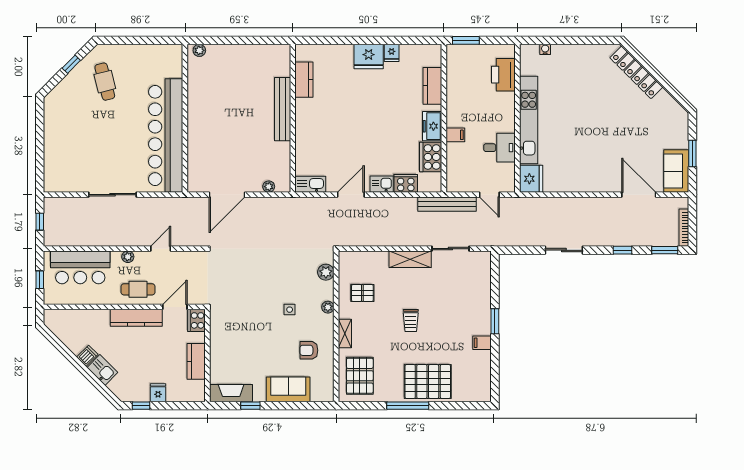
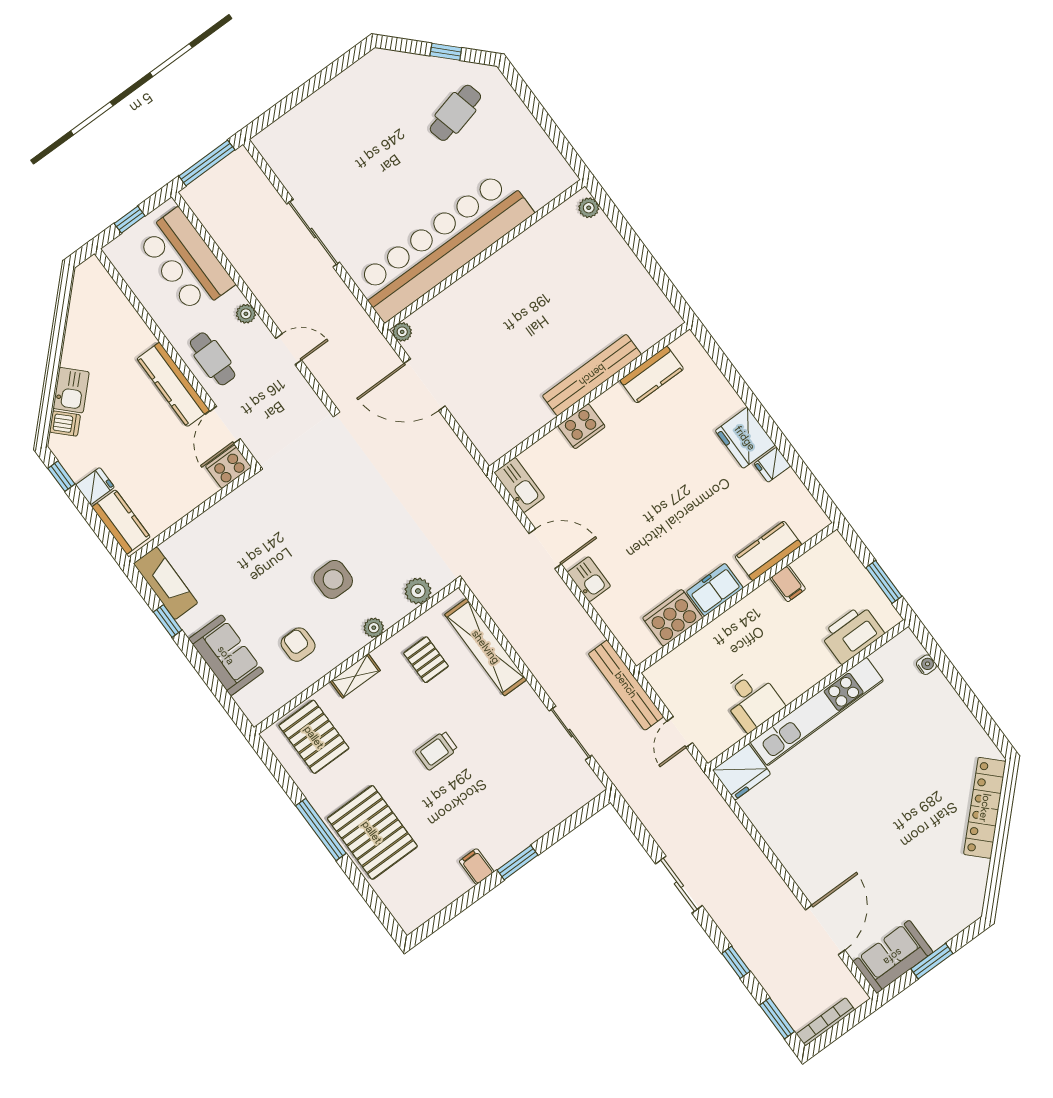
window: (466, 40) -> (884, 582), moved
filing cabinet: (455, 135) -> (788, 584), moved
cooker: (406, 183) -> (582, 426), moved, turned 90
plant: (269, 187) -> (402, 332), moved
window: (40, 222) -> (207, 163), width x2.17
shelving: (410, 259) -> (486, 647), moved, width x1.47
door: (175, 307) -> (225, 425), swing flipped
side table: (290, 310) -> (333, 579), width x1.87, depth x1.87
dishwasher: (87, 356) -> (65, 424), moved
kitchen counter: (196, 361) -> (121, 522), moved, turned 90
pallet: (360, 376) -> (314, 737), turned 90

